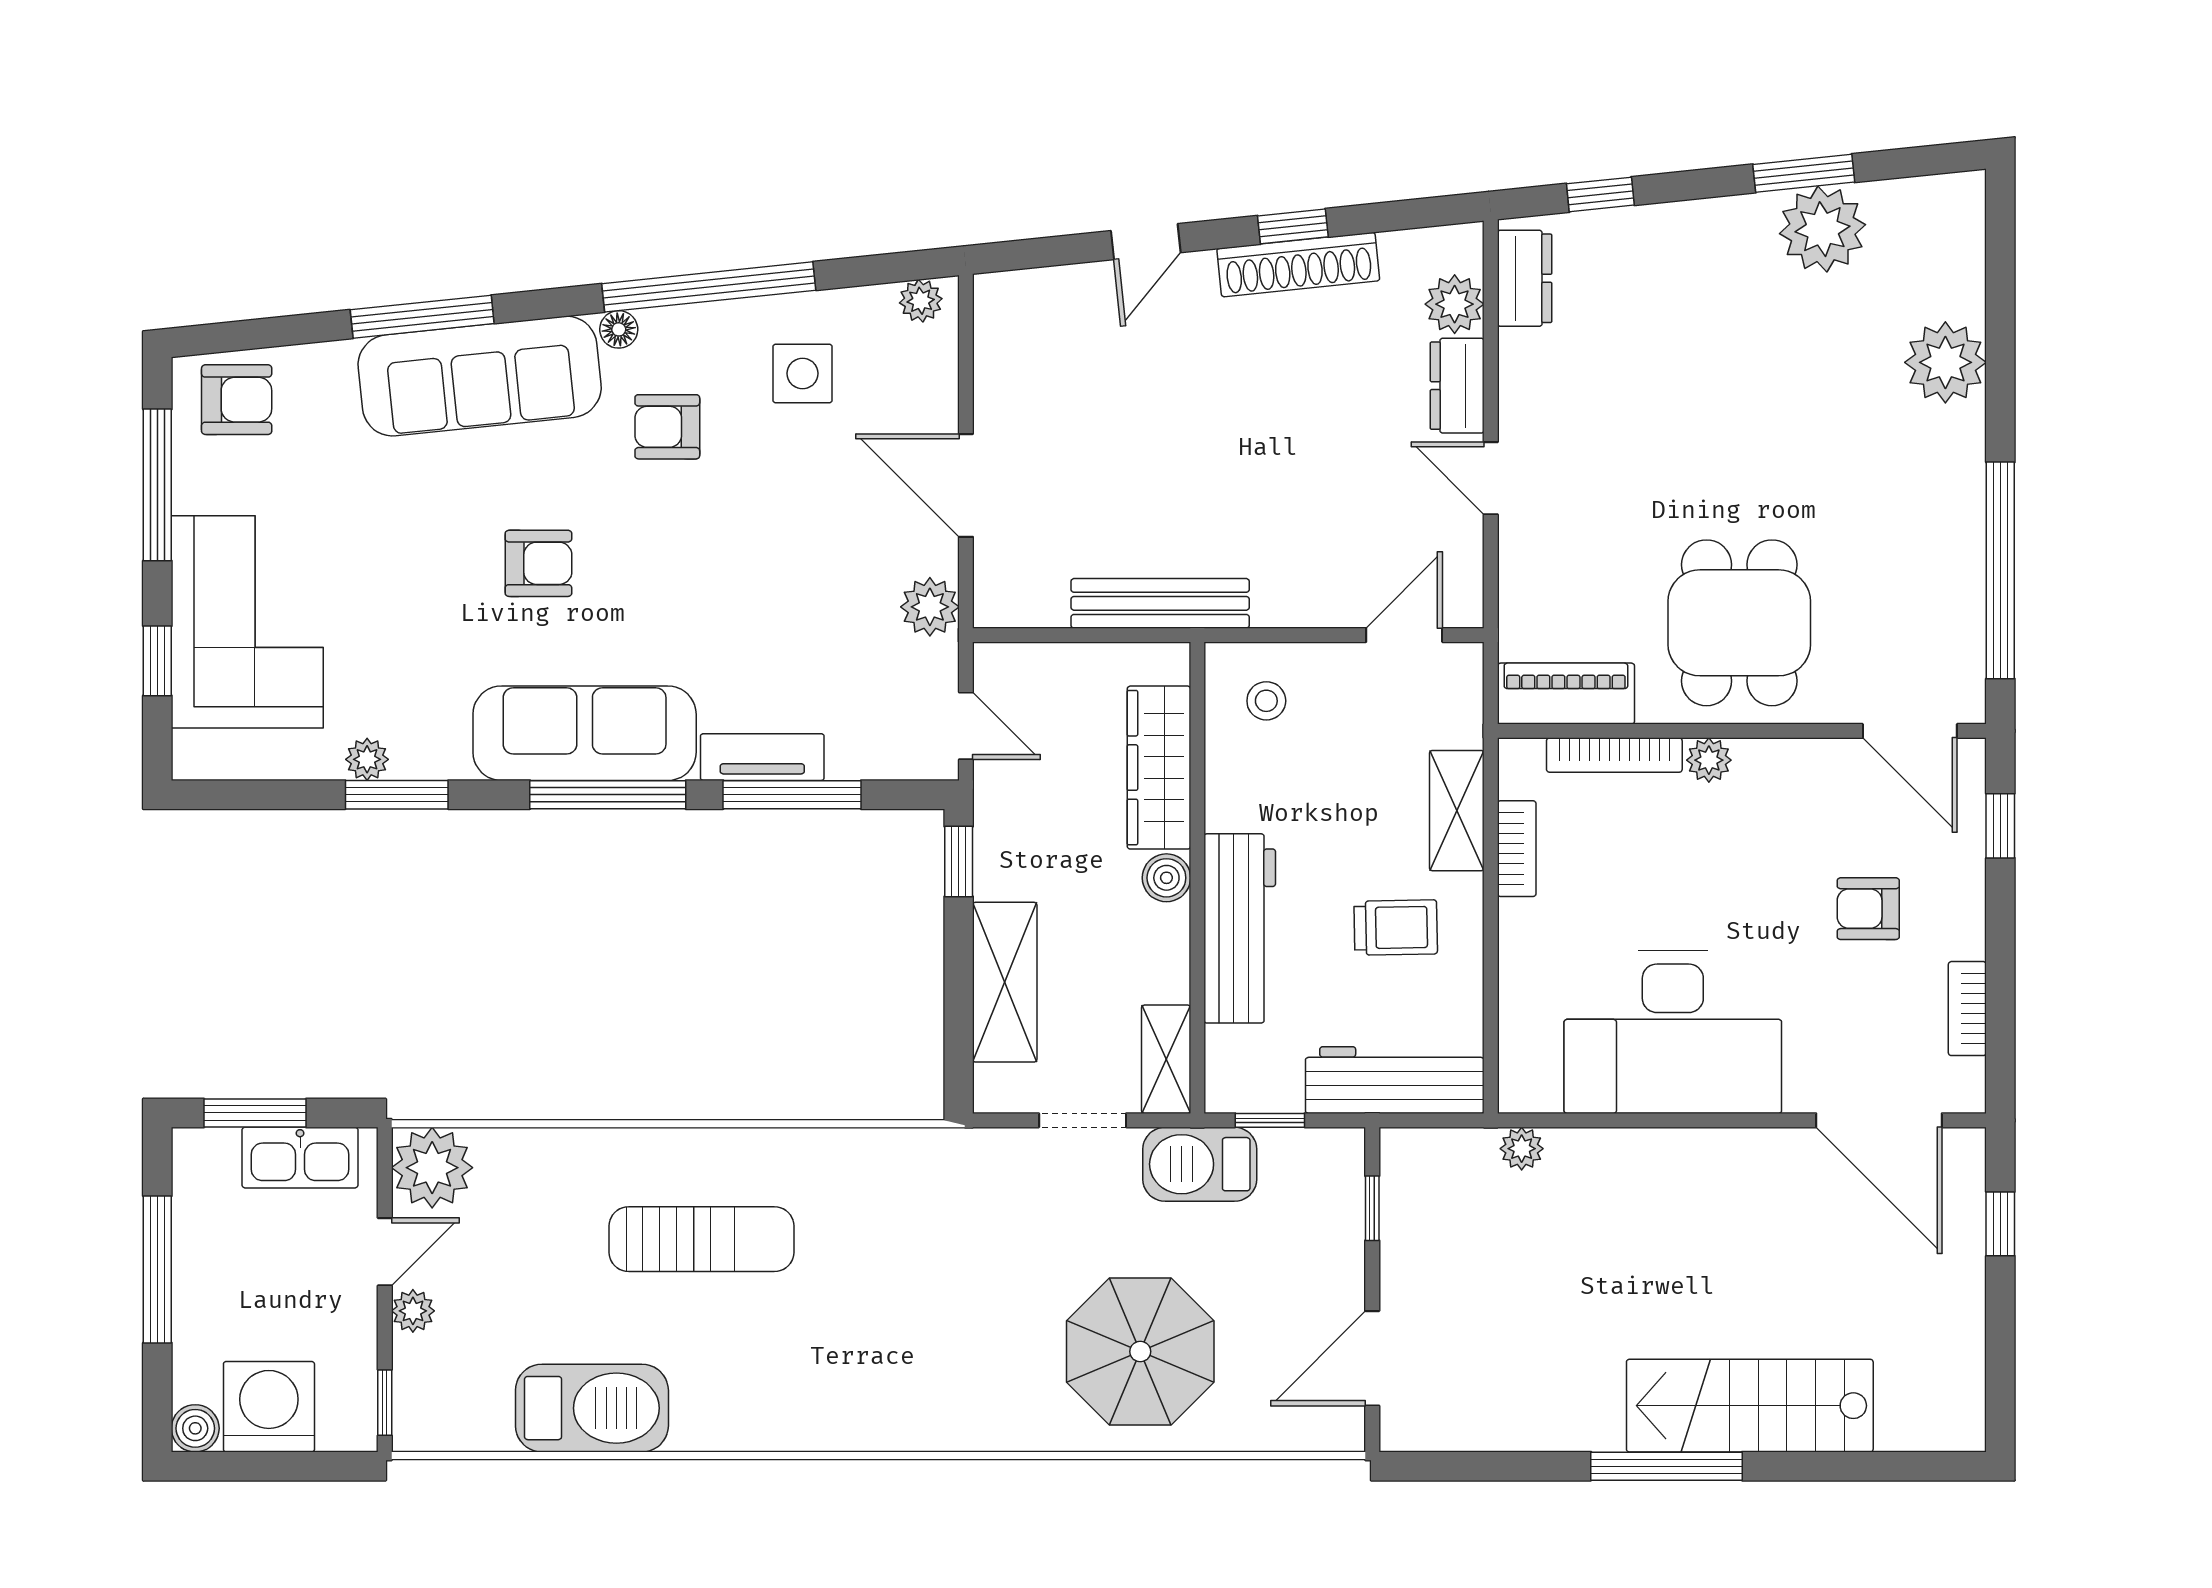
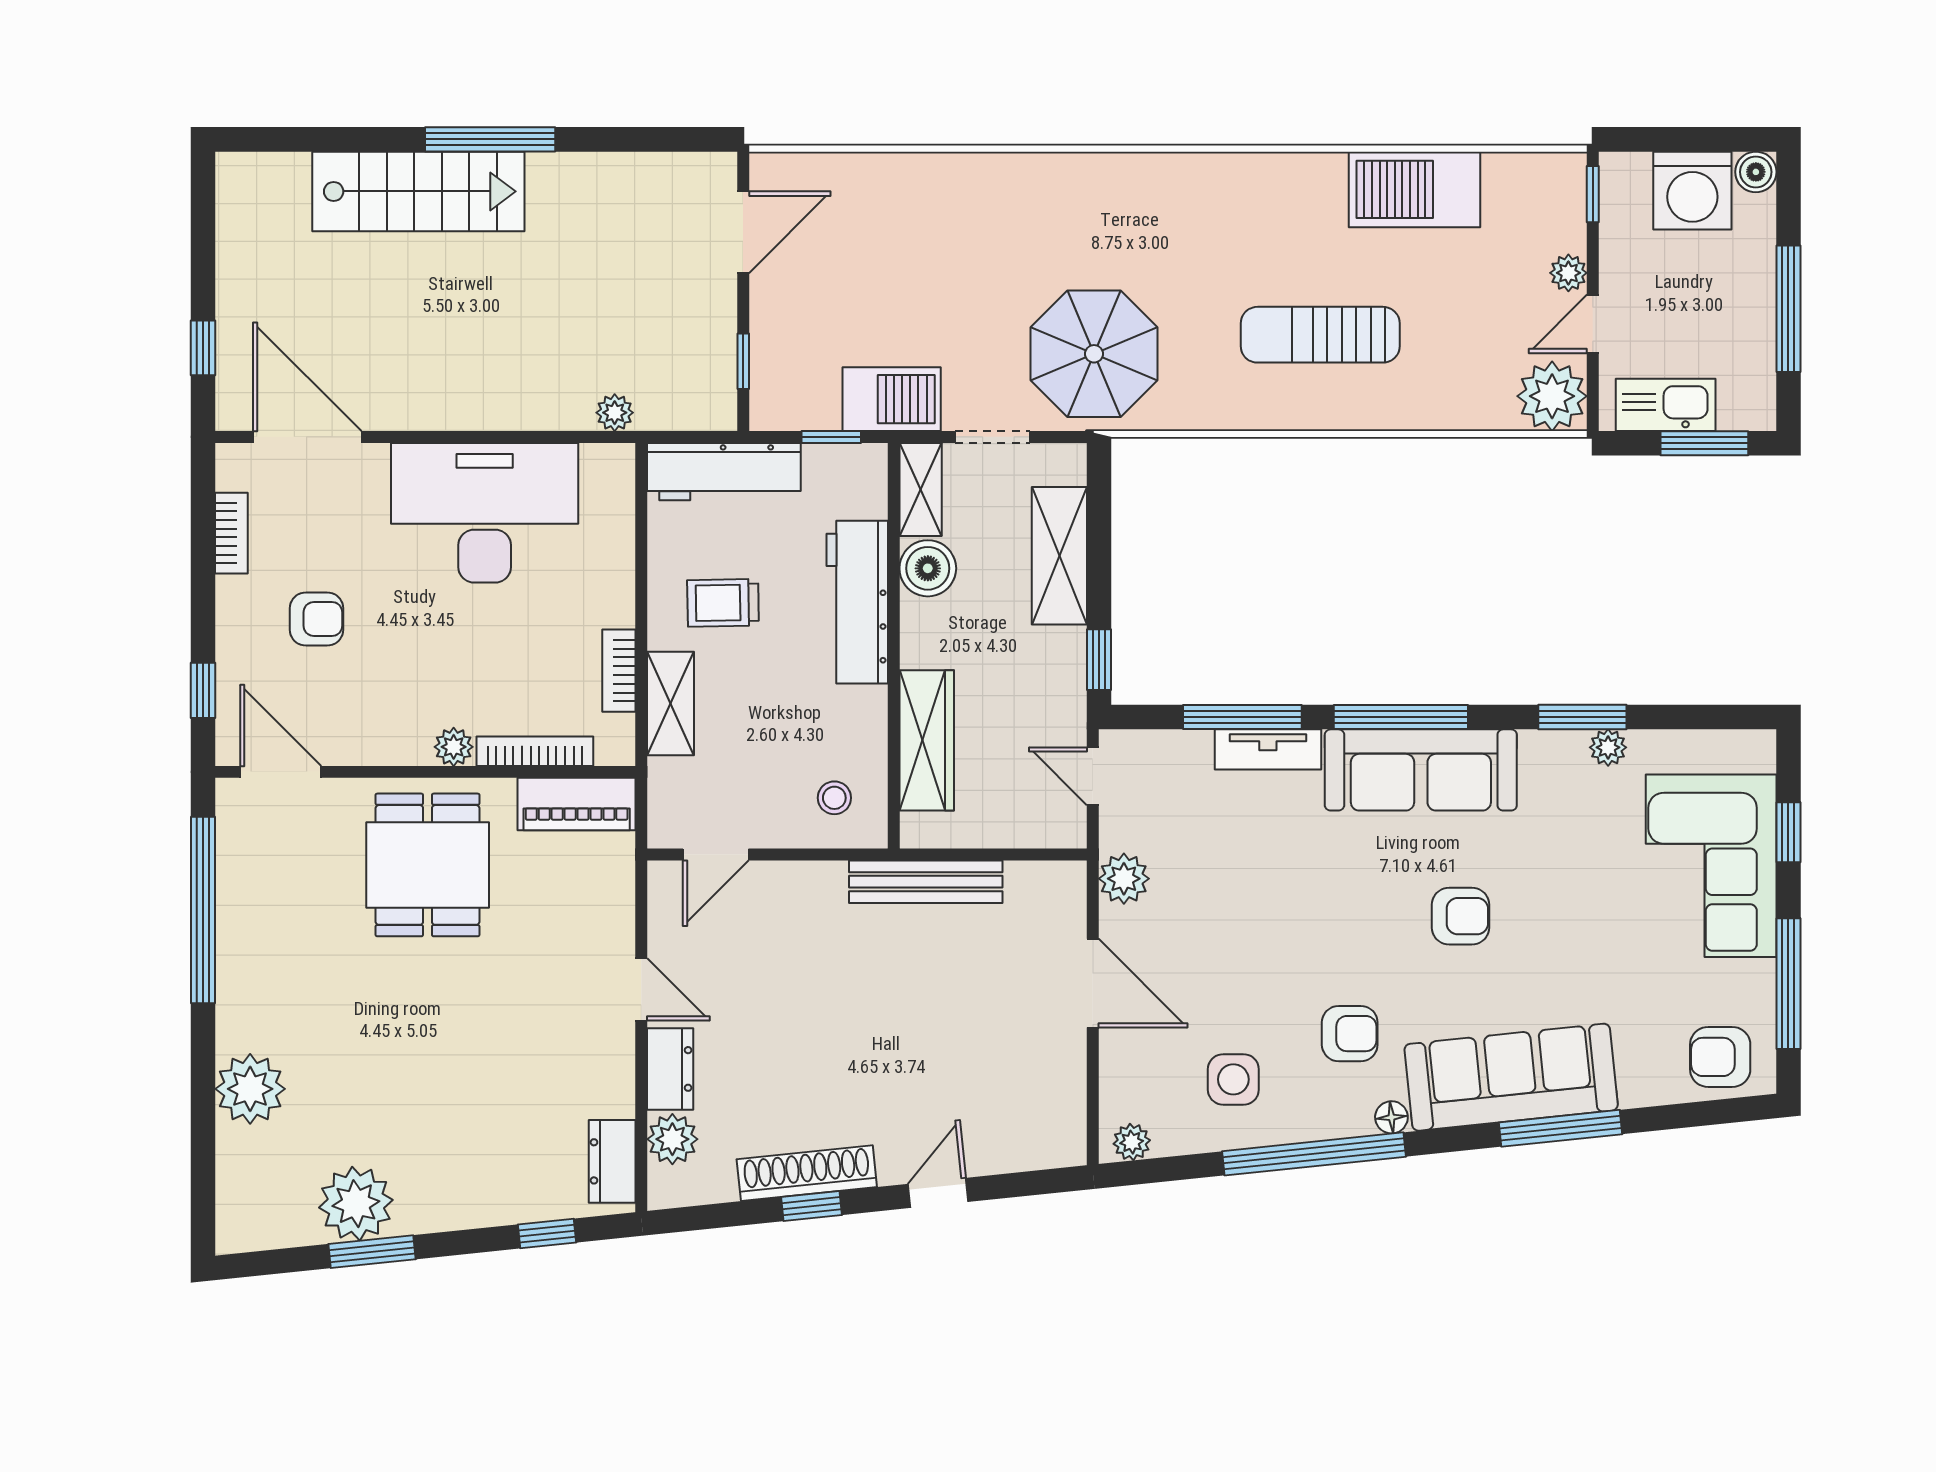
armchair: (538, 563) -> (1460, 916), turned 180
boiler: (1166, 878) -> (928, 568), moved, width x1.36, depth x1.36
parasol: (1140, 1352) -> (1094, 354), moved

